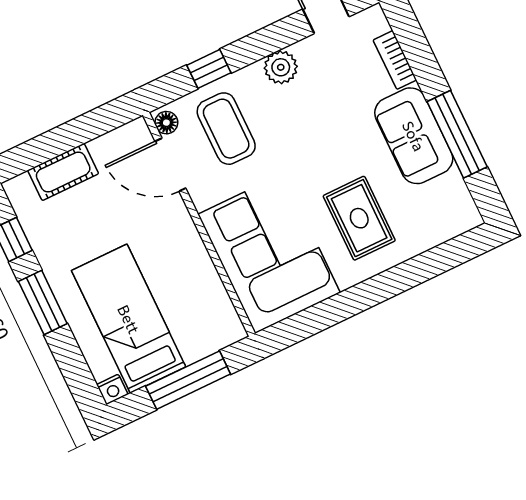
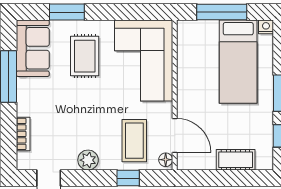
sofa: (414, 136) -> (33, 48), moved
window: (417, 271) -> (67, 12), added

